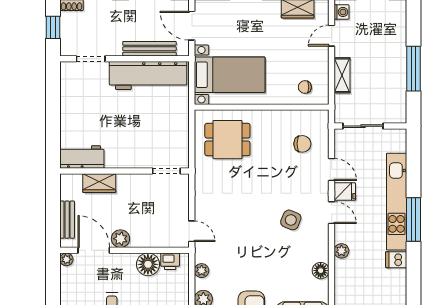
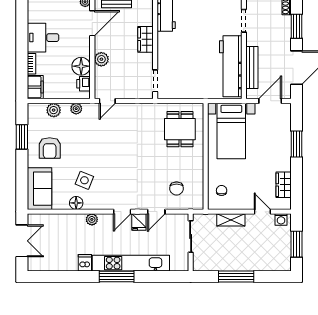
wardrobe: (99, 183) -> (145, 39), moved
side table: (291, 220) -> (84, 180), moved
plant: (120, 239) -> (101, 59), moved

